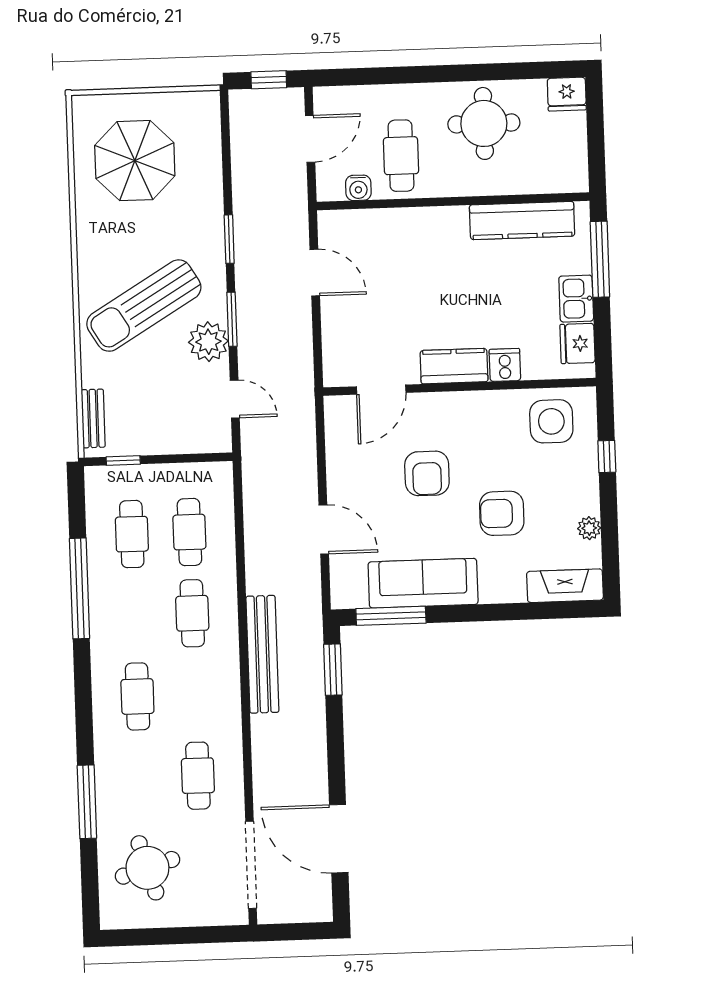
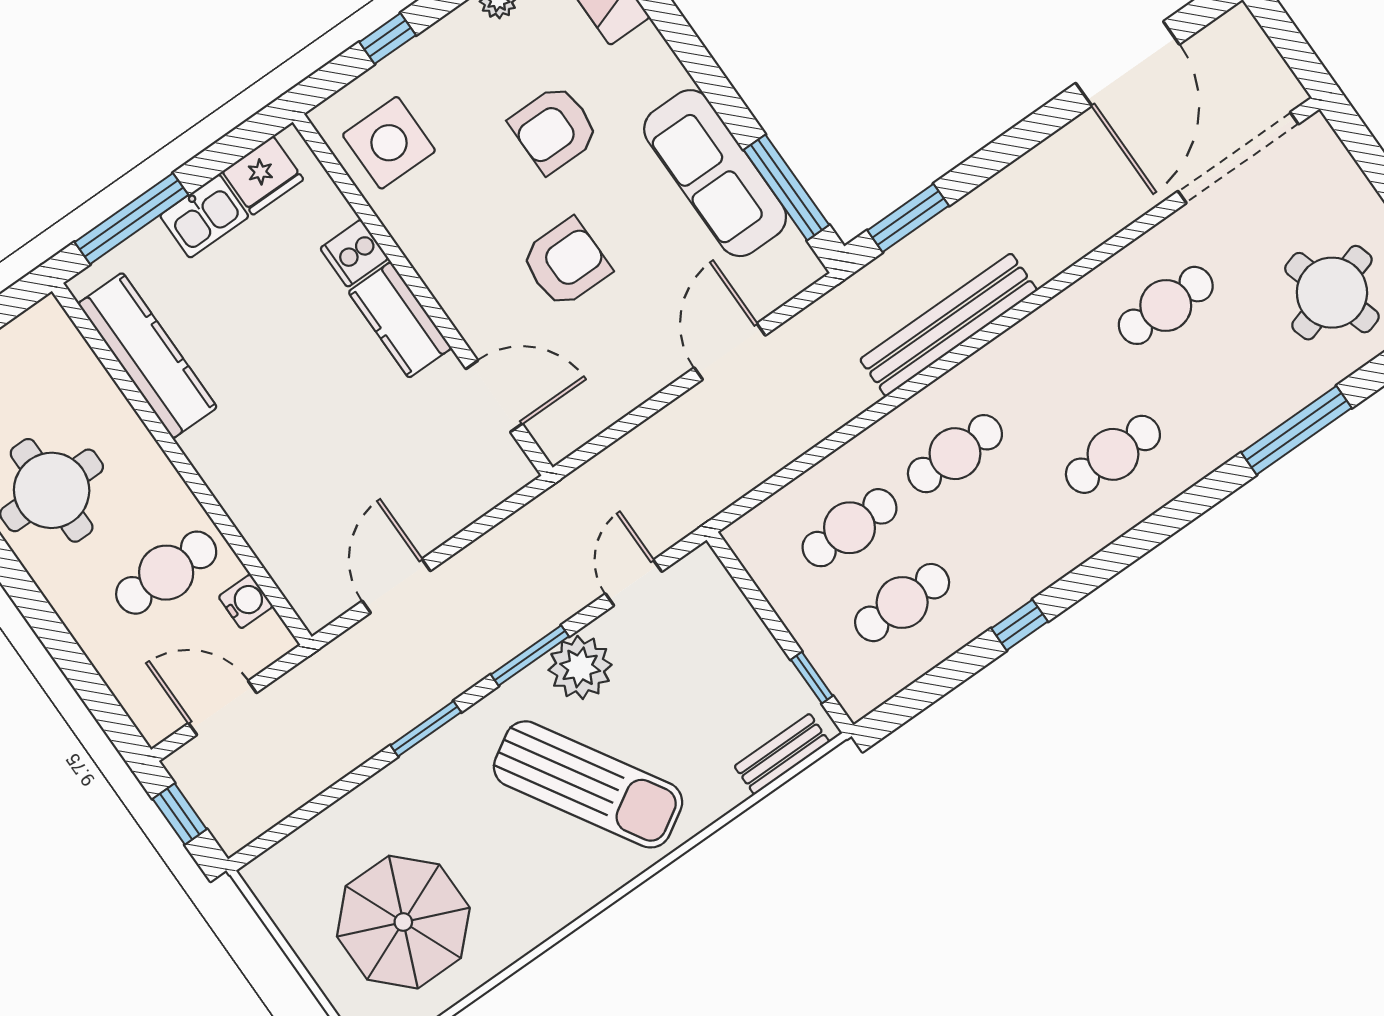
armchair: (502, 513) -> (554, 129), turned 90
window: (80, 588) -> (1020, 625), width x0.32

